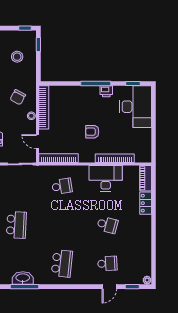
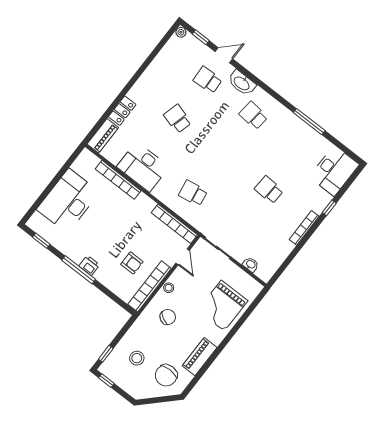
printer: (106, 91) -> (89, 265), moved
desk: (136, 107) -> (68, 201), moved
armchair: (92, 132) -> (132, 263), moved
school desk: (16, 225) -> (269, 190), width x0.54
school desk: (62, 263) -> (253, 116), width x0.54
washbasin: (23, 278) -> (242, 83), moved

